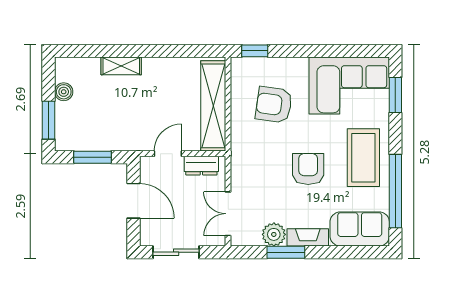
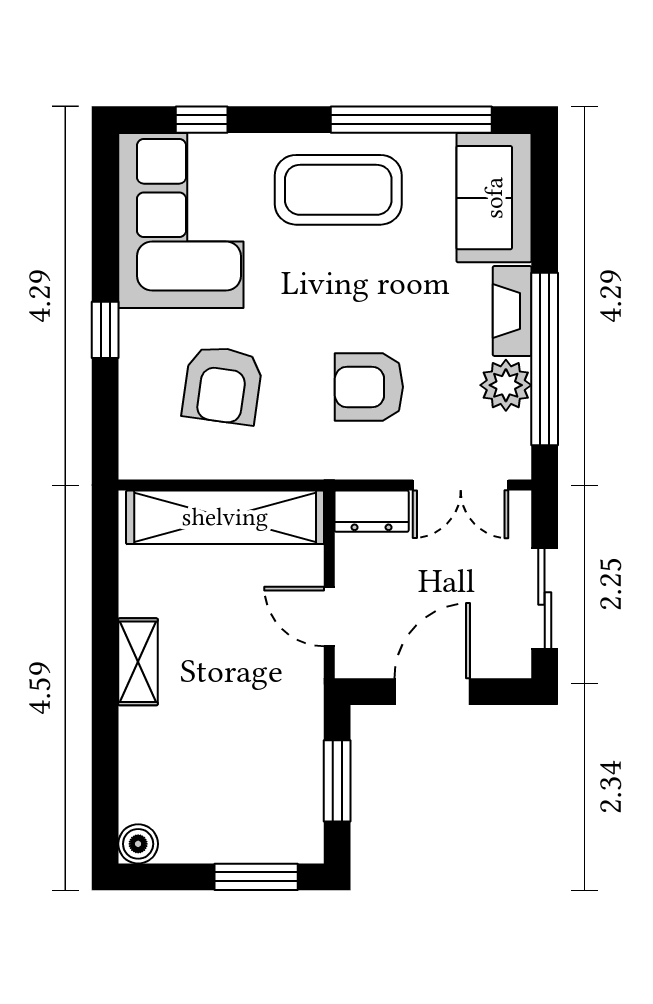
window: (255, 51) -> (105, 330), moved
shelving: (121, 66) -> (138, 662), moved
boiler: (64, 92) -> (138, 844), moved
window: (395, 95) -> (202, 120), width x0.67
dresser: (201, 166) -> (372, 511), moved, turned 90
armchair: (308, 169) -> (369, 387), moved
window: (286, 252) -> (545, 359), width x2.11

